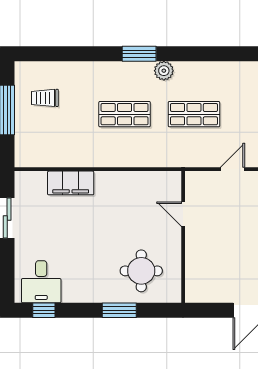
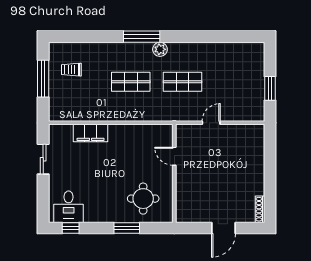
window: (139, 54) -> (142, 37), width x1.44

